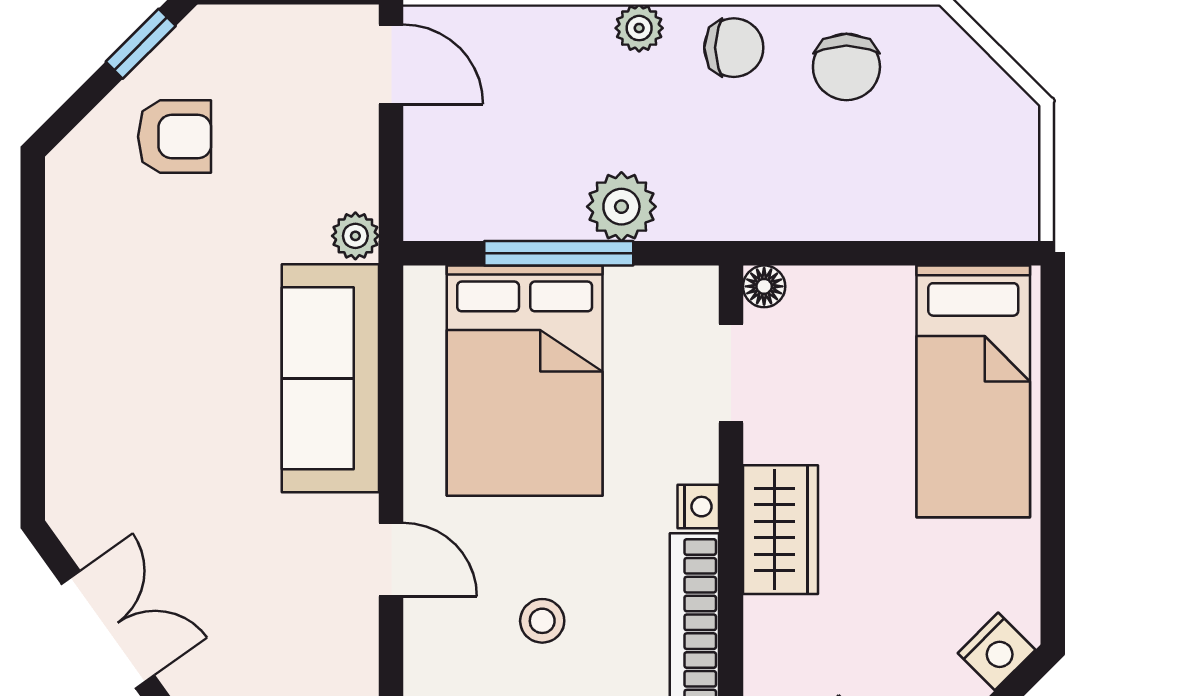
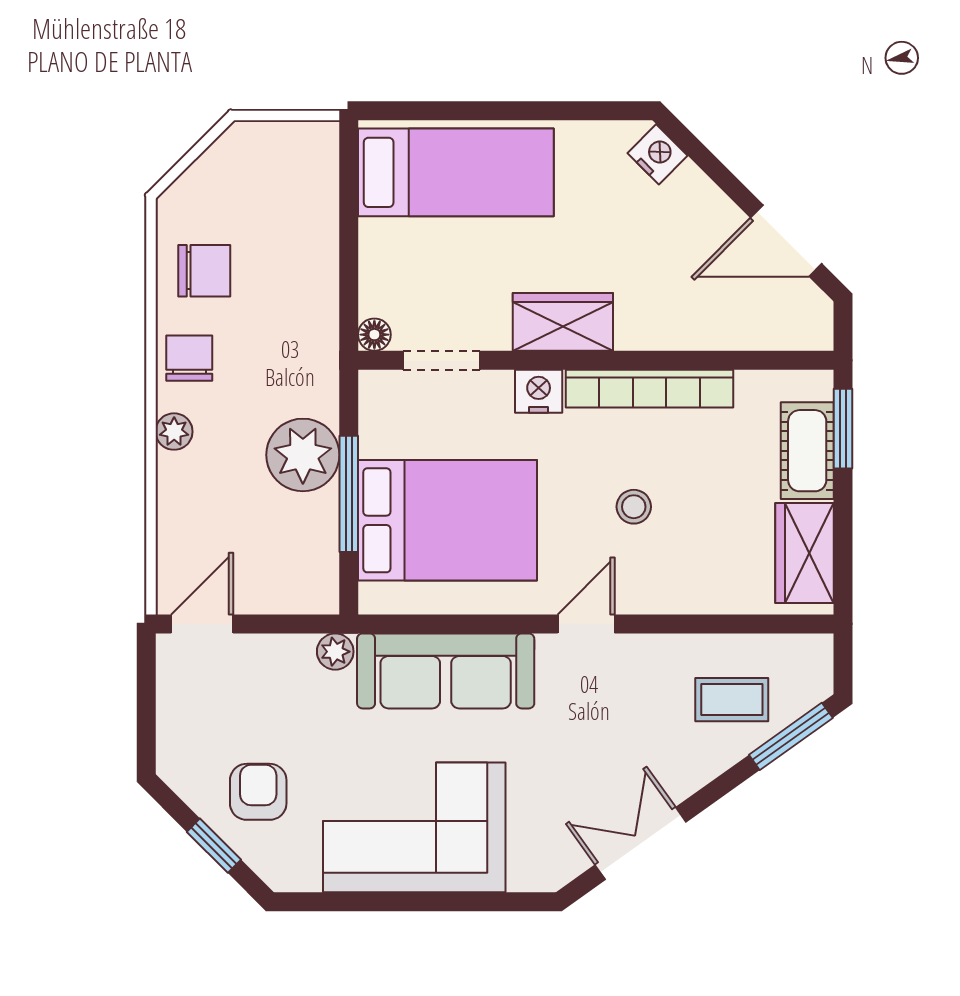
window: (141, 44) -> (214, 846), moved
plant: (621, 207) -> (303, 455), width x1.36, depth x1.36
corner sofa: (129, 338) -> (414, 827), added
nightstand: (698, 507) -> (539, 391), width x1.39, depth x1.35

